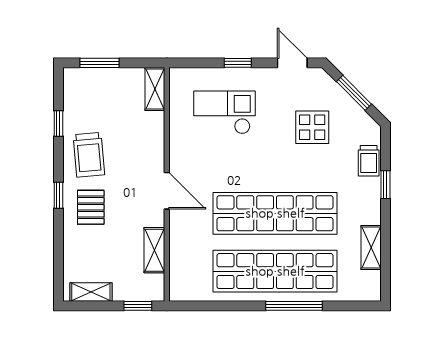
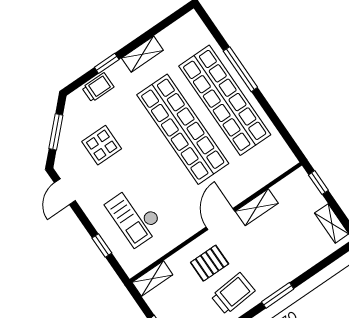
window: (238, 63) -> (102, 245), moved
window: (58, 195) -> (278, 295), width x1.50
pallet: (91, 207) -> (210, 263), moved
shelving: (371, 247) -> (142, 54), moved
shelving: (154, 250) -> (257, 207), moved

